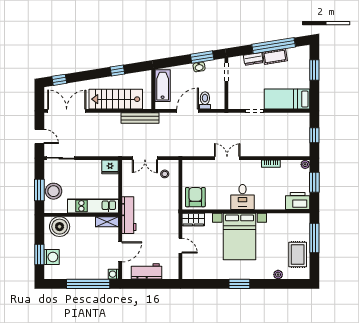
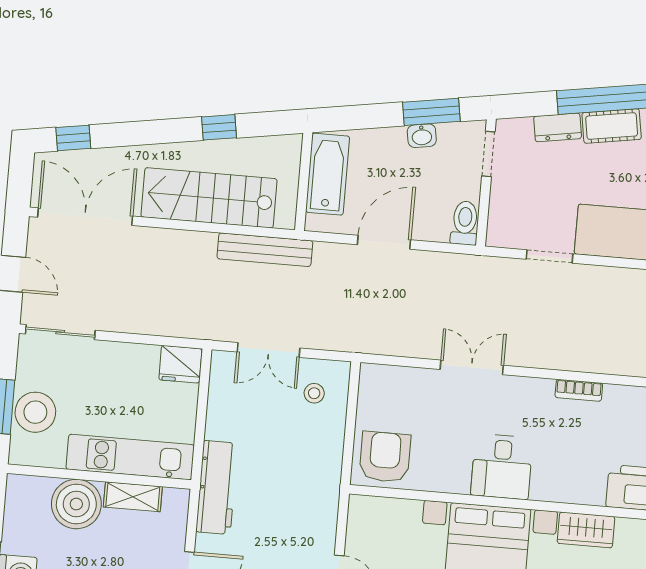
toilet: (205, 100) -> (465, 223), moved
wardrobe: (193, 219) -> (586, 530), moved
shelving: (107, 222) -> (133, 497), moved
boiler: (60, 227) -> (76, 504), moved

